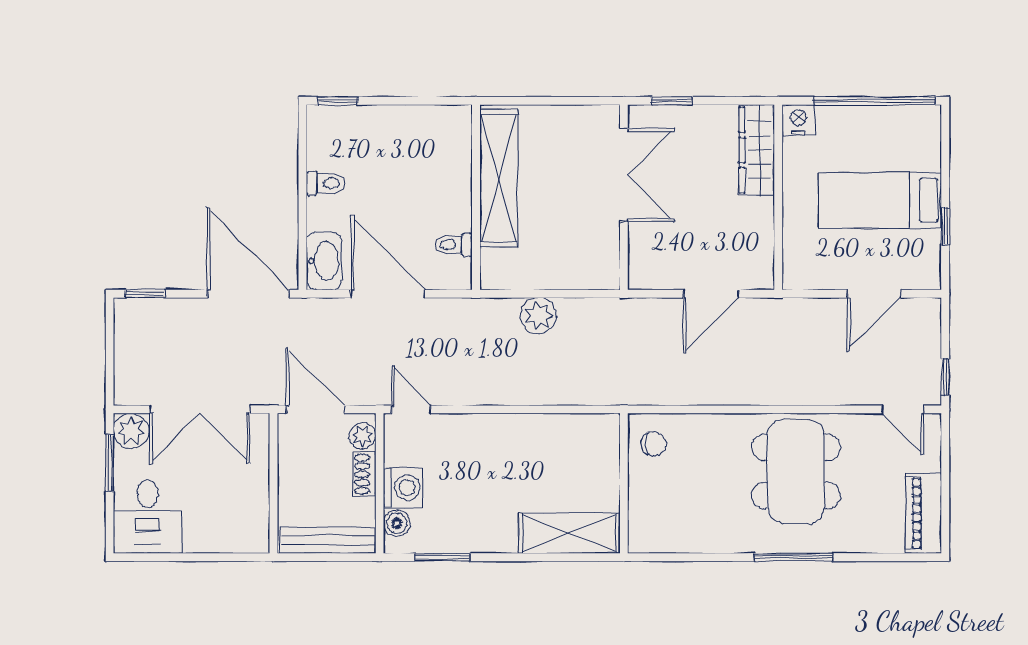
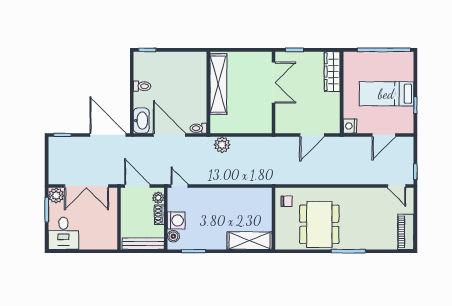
nightstand: (798, 120) -> (350, 126), moved, turned -90
toilet: (454, 245) -> (198, 128), moved
plant: (539, 316) -> (222, 145), moved
dining table: (796, 471) -> (319, 224), moved

